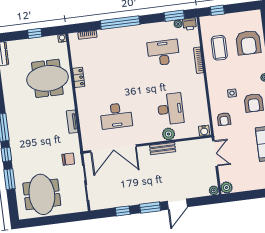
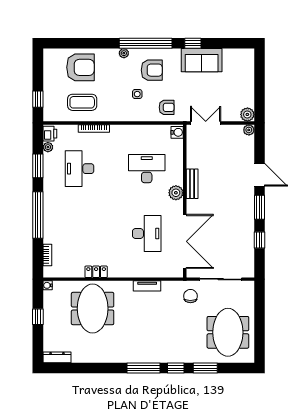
window: (174, 16) -> (38, 166), moved
plant: (169, 134) -> (176, 193), moved
meeting table: (42, 194) -> (228, 332), turned 90

